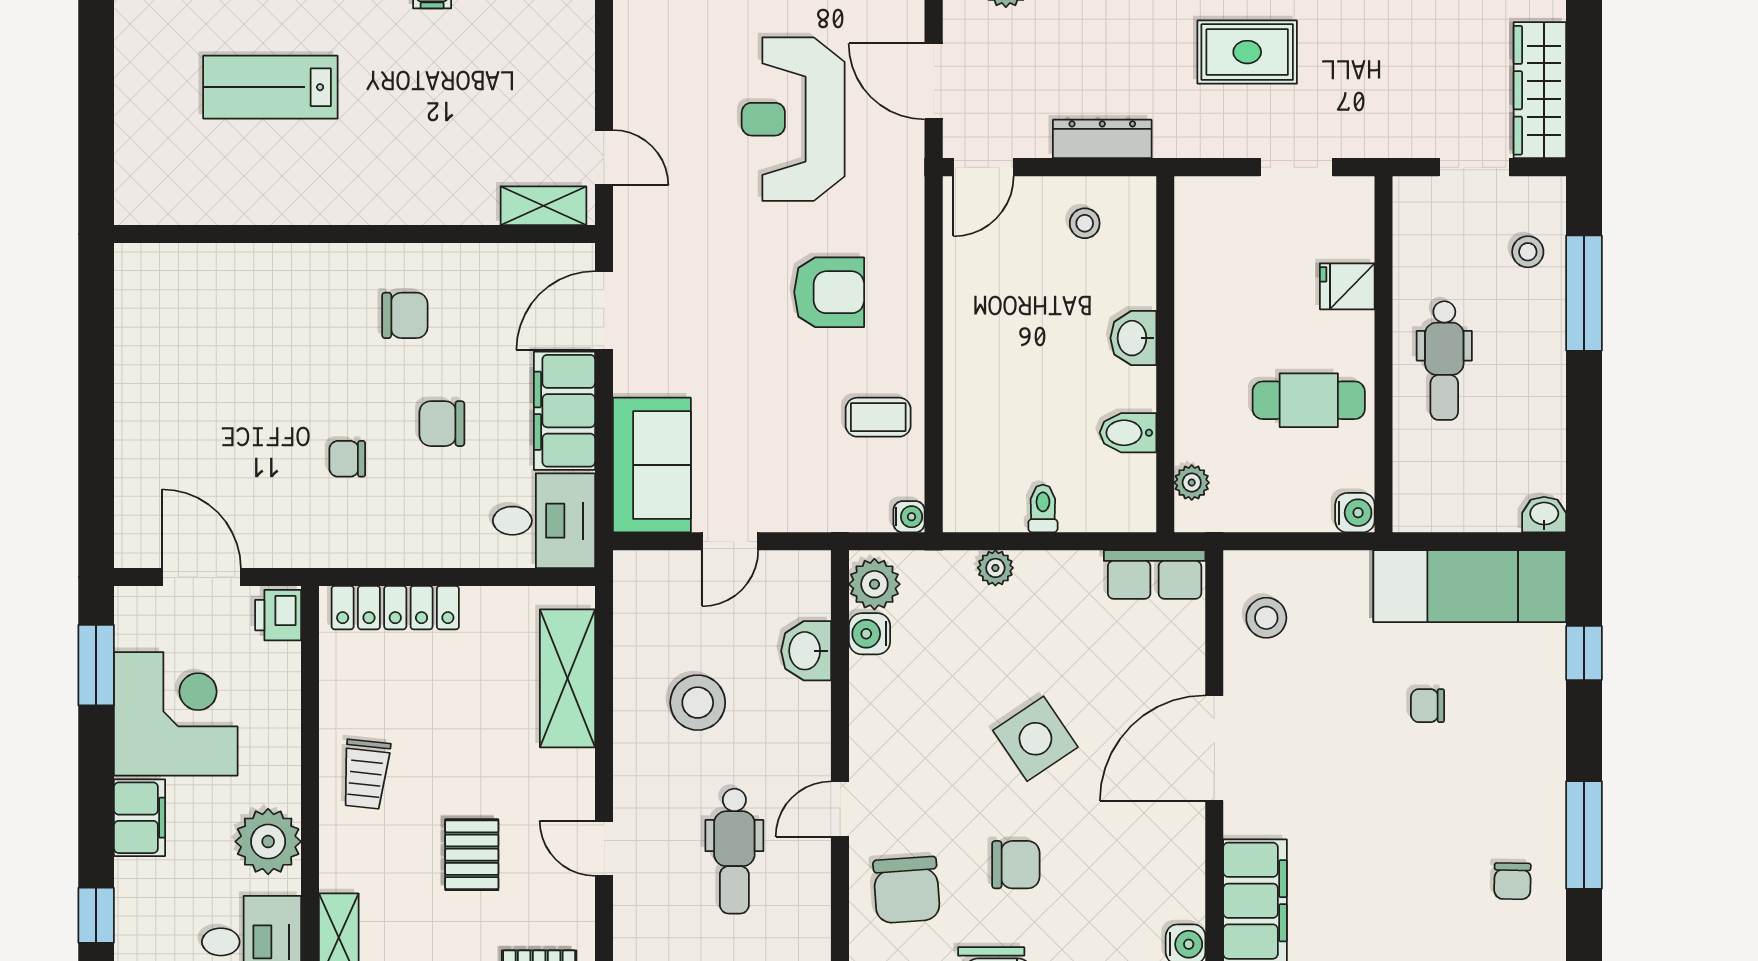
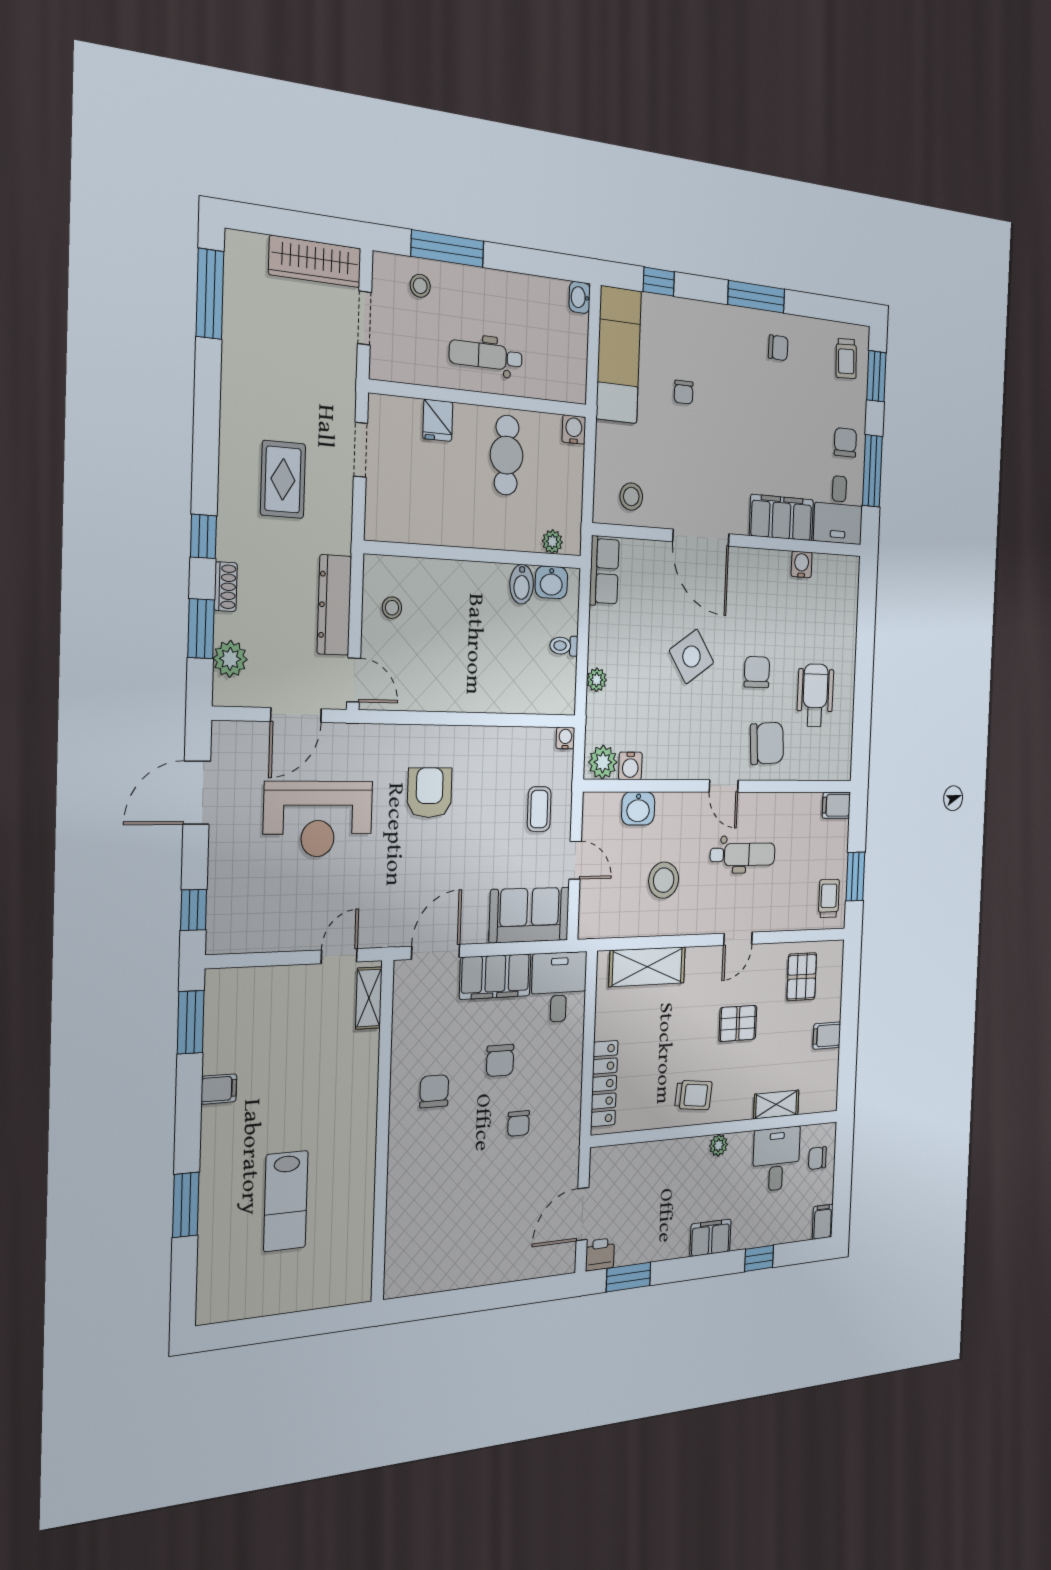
dresser: (1102, 139) -> (334, 605), width x1.37, depth x1.24
door: (604, 310) -> (436, 952), swing flipped
washbasin: (1133, 338) -> (551, 582), moved
dental chair: (1444, 361) -> (486, 356), turned 180
coffee table: (878, 417) -> (539, 809), moved
printer: (278, 615) -> (600, 1254), moved, turned 180
corner desk: (176, 714) -> (657, 1222), removed
plant: (268, 842) -> (718, 1145), width x0.53, depth x0.53

